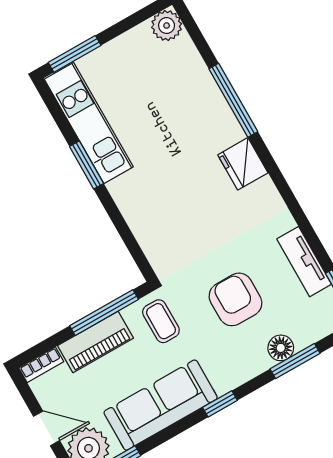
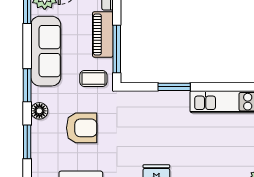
window: (87, 165) -> (174, 87), moved
floor lamp: (281, 348) -> (39, 111), moved
window: (220, 404) -> (27, 85), width x1.50

